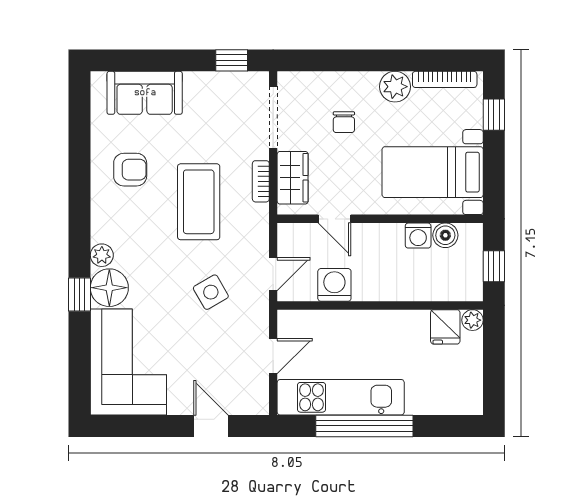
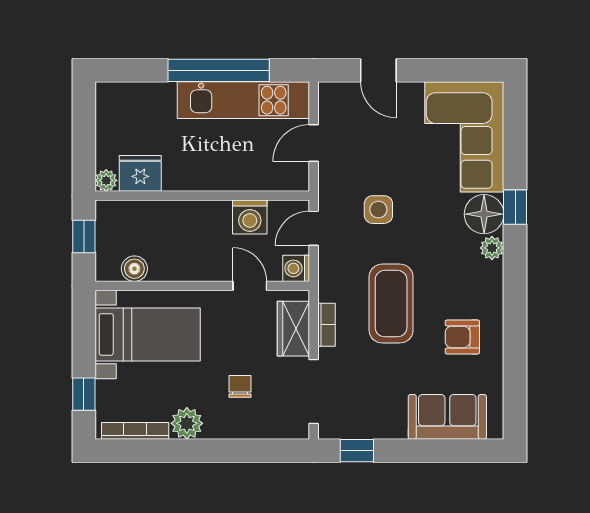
washing machine: (418, 236) -> (296, 268), moved, turned -90
side table: (211, 292) -> (378, 210), turned 30
fridge: (445, 327) -> (140, 173), width x1.38

